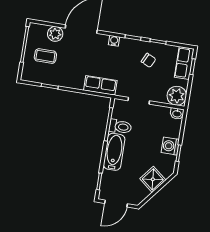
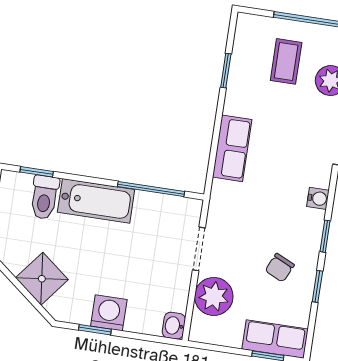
row of seats: (100, 85) -> (232, 148), moved
plant: (177, 96) -> (214, 296), moved
toilet: (120, 127) -> (44, 197), moved

